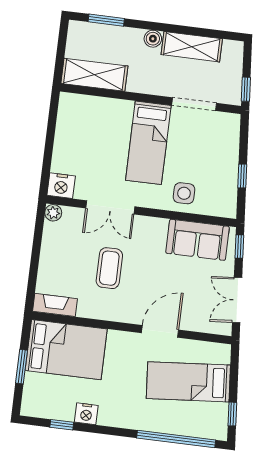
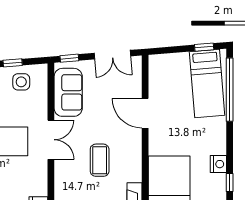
side table: (184, 193) -> (21, 82), moved
double door: (110, 207) -> (51, 140), moved
coffee table: (109, 268) -> (100, 160), turned 90
bed: (188, 382) -> (207, 84), moved

